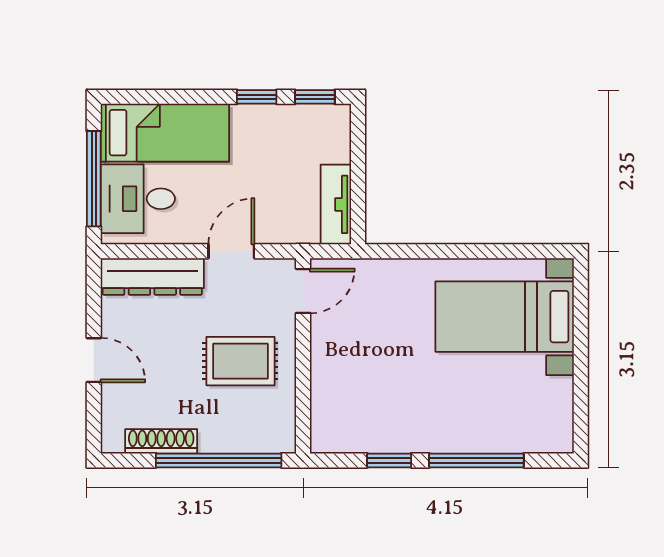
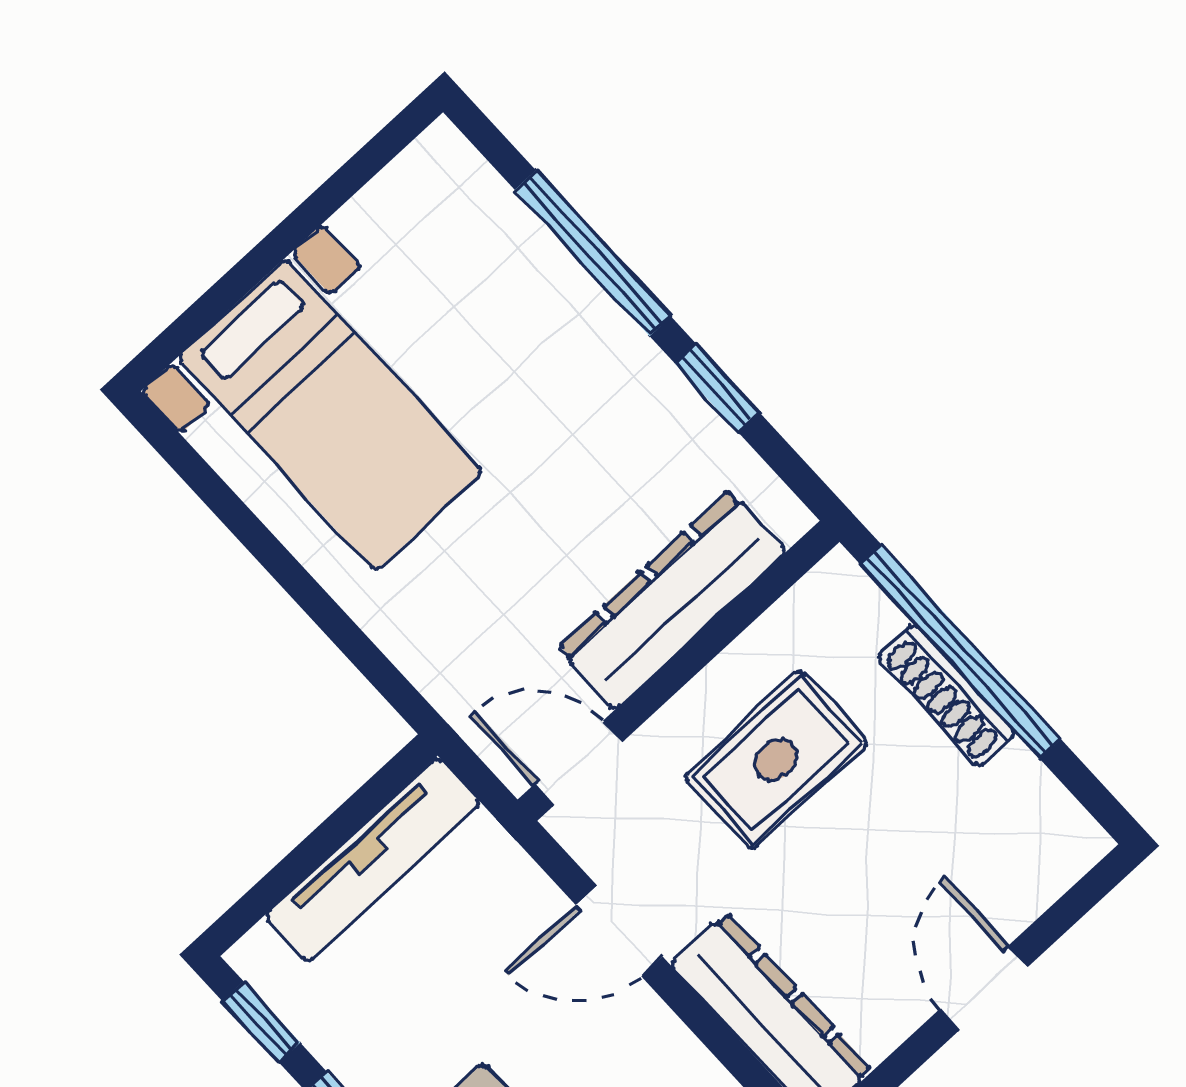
tv unit: (336, 204) -> (372, 859), width x1.41
rug: (240, 361) -> (776, 760), turned 90
dresser: (330, 376) -> (672, 600), added
shoe rack: (161, 441) -> (946, 696), moved

